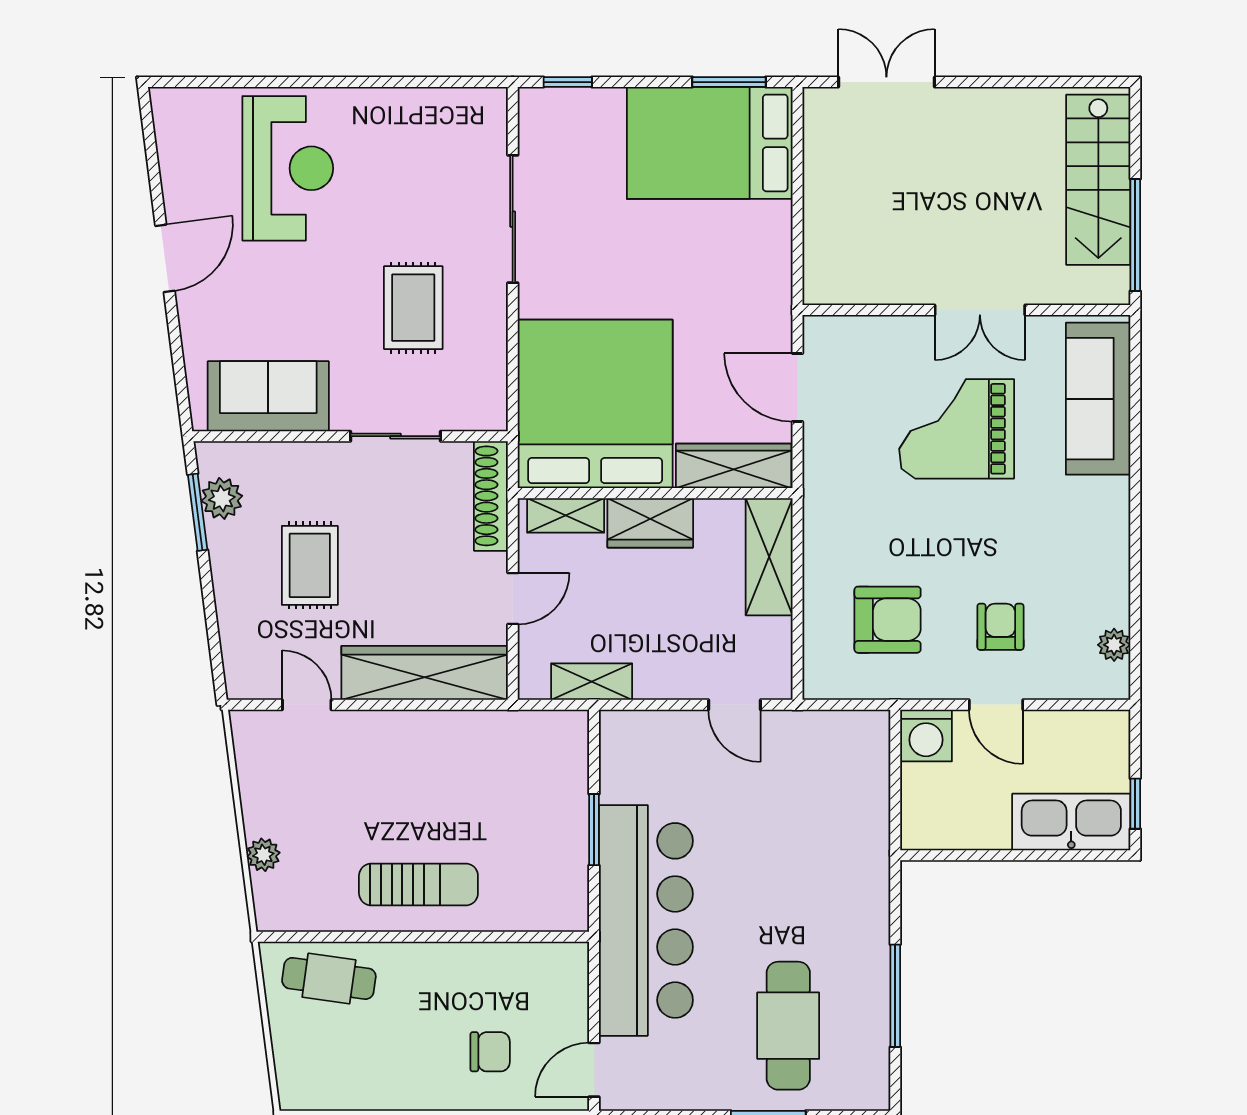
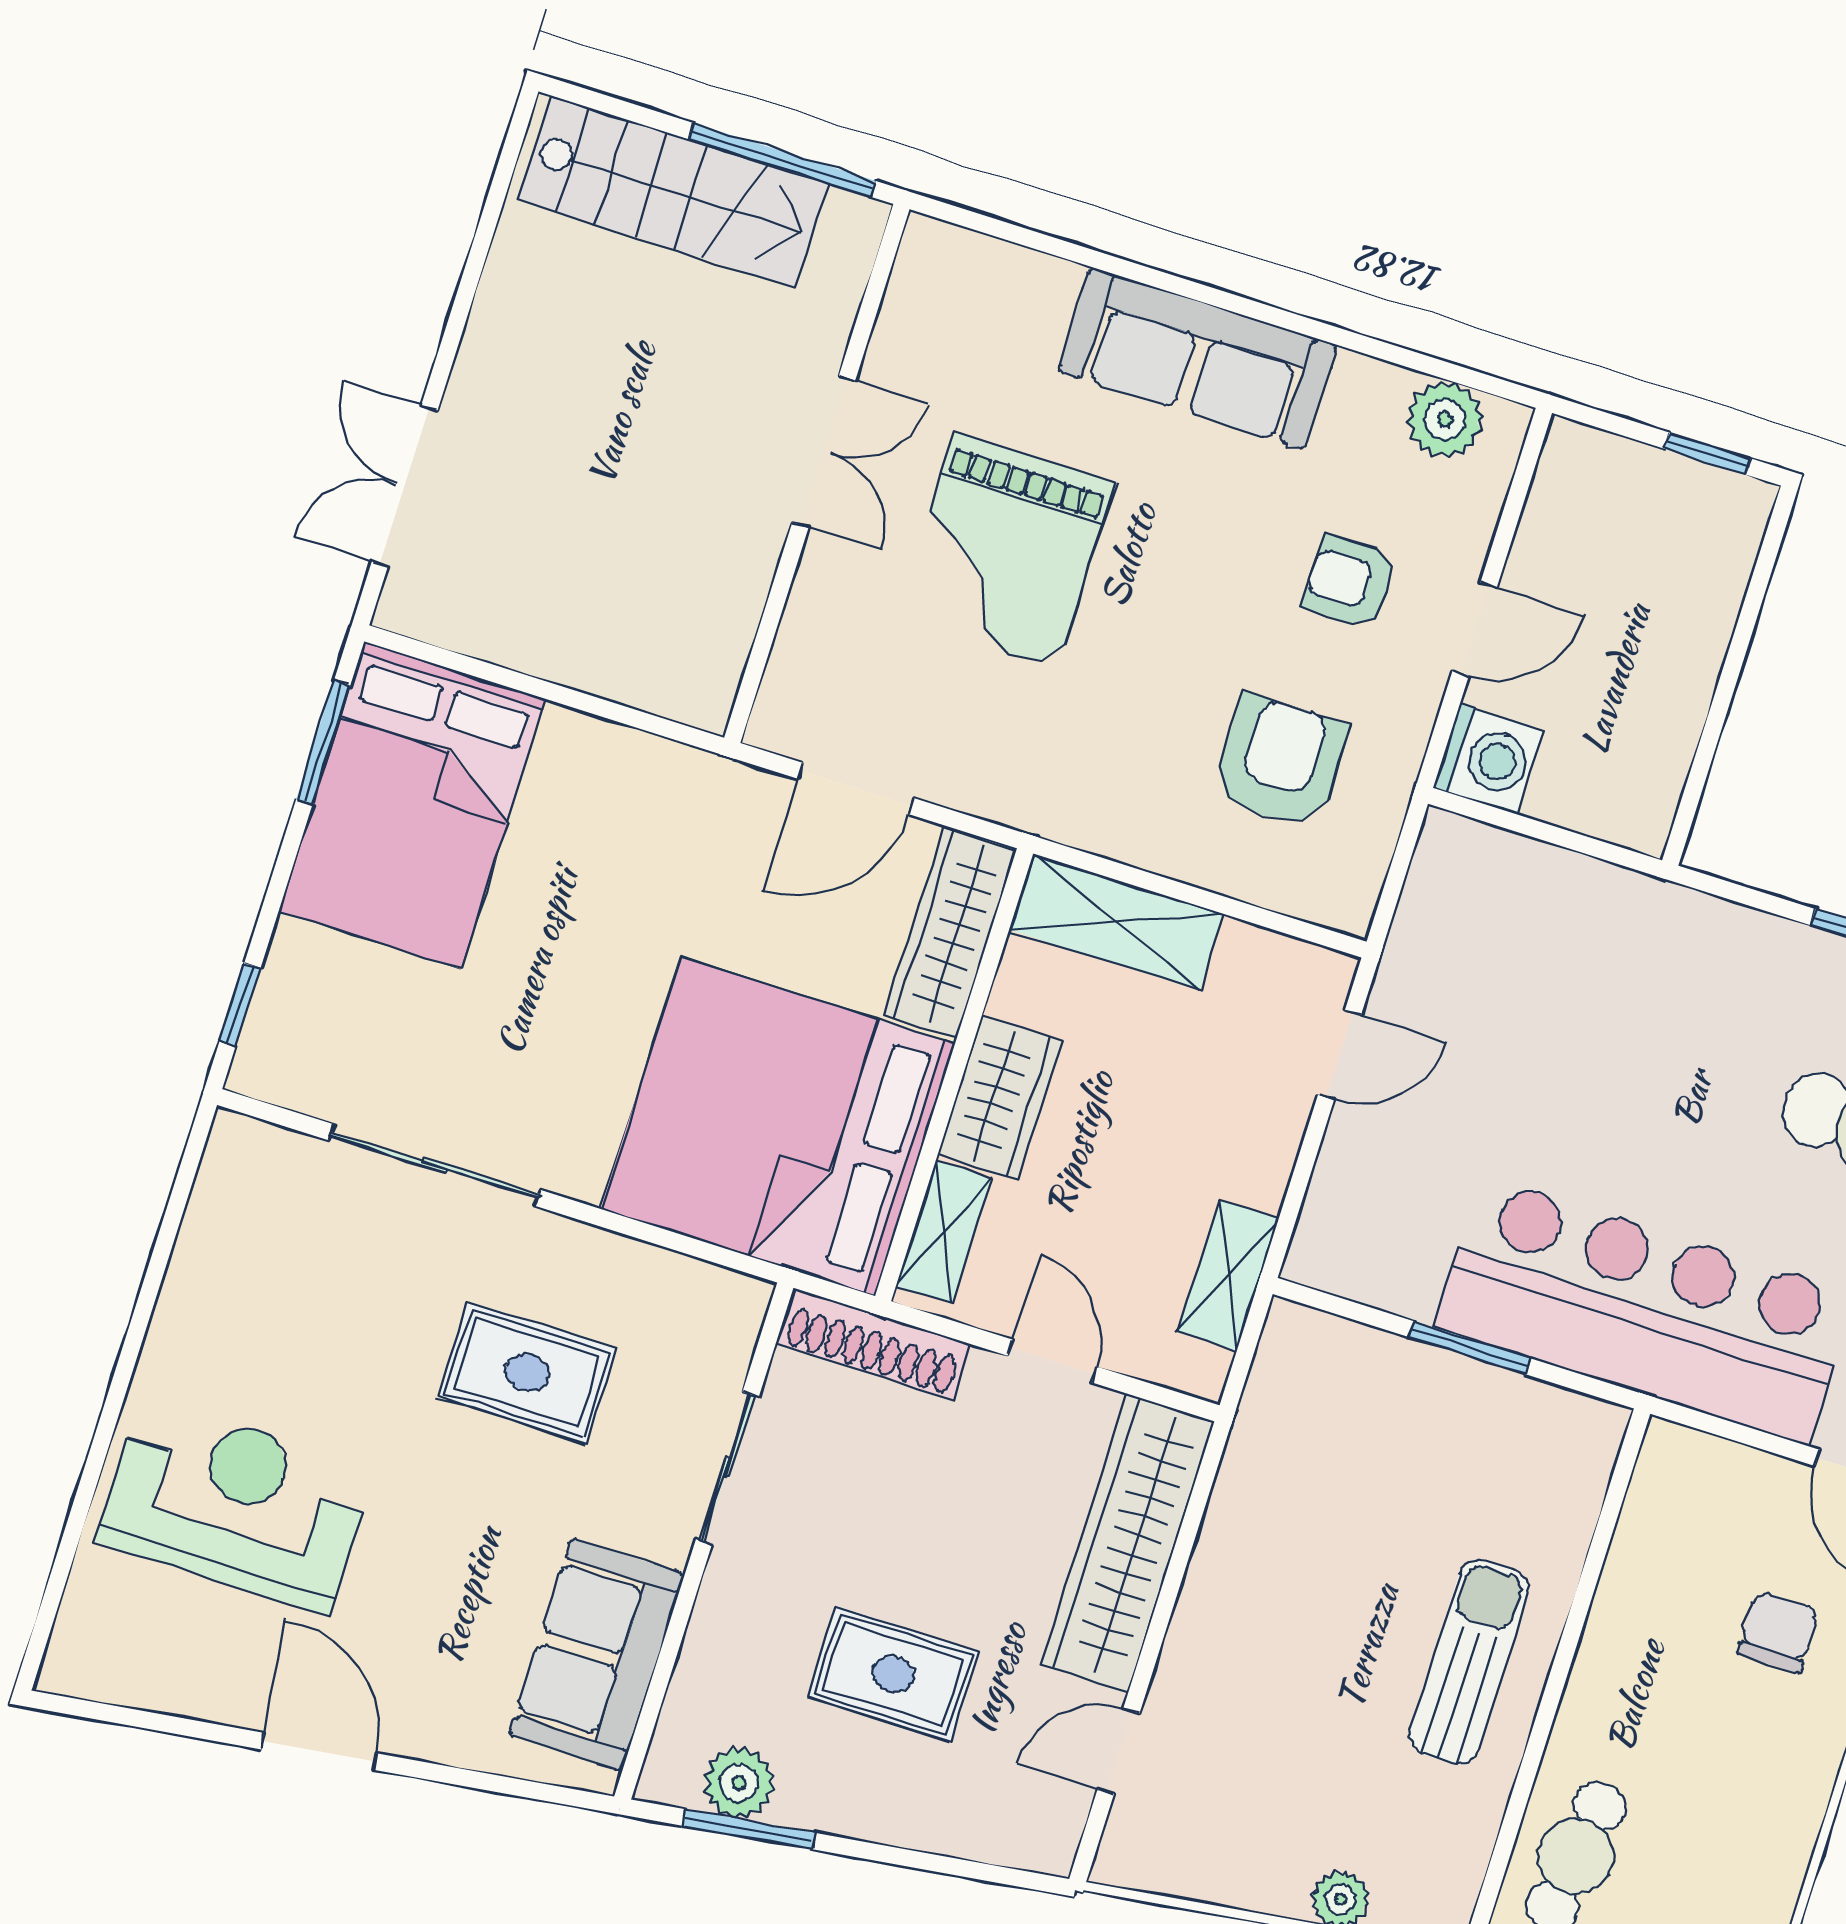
sofa: (1098, 399) -> (1197, 358), moved
plant: (1114, 645) -> (1445, 419), width x1.38, depth x1.38
kitchen sink: (1071, 822) -> (1704, 567), removed

